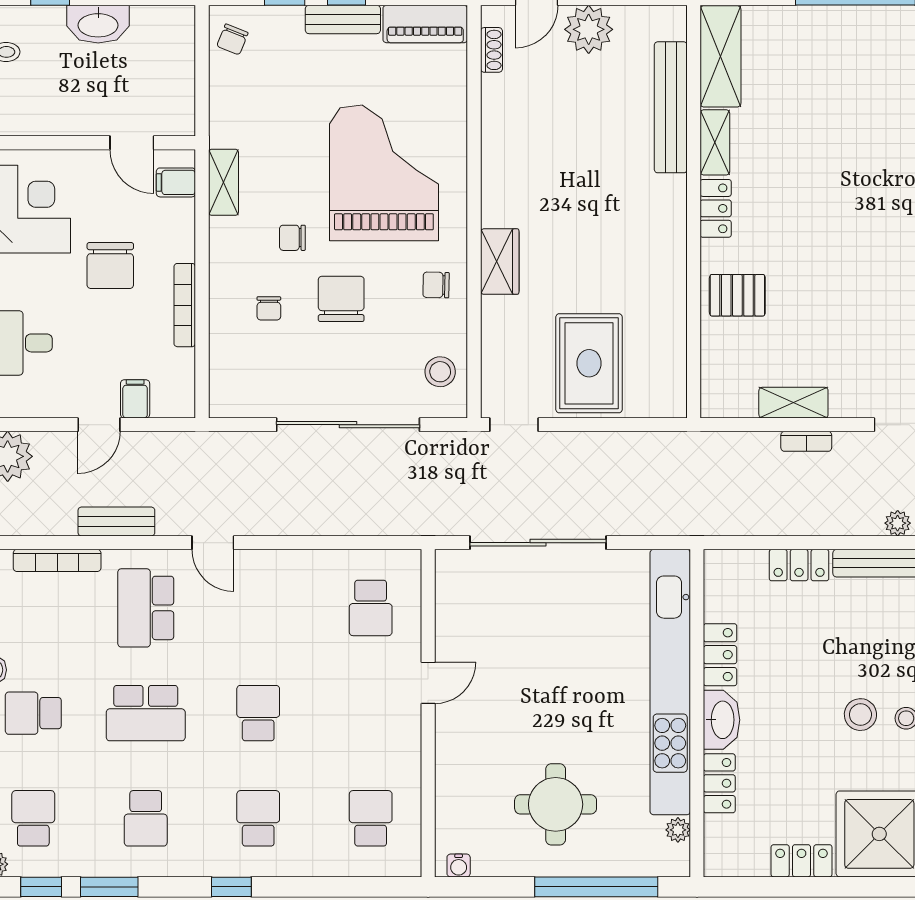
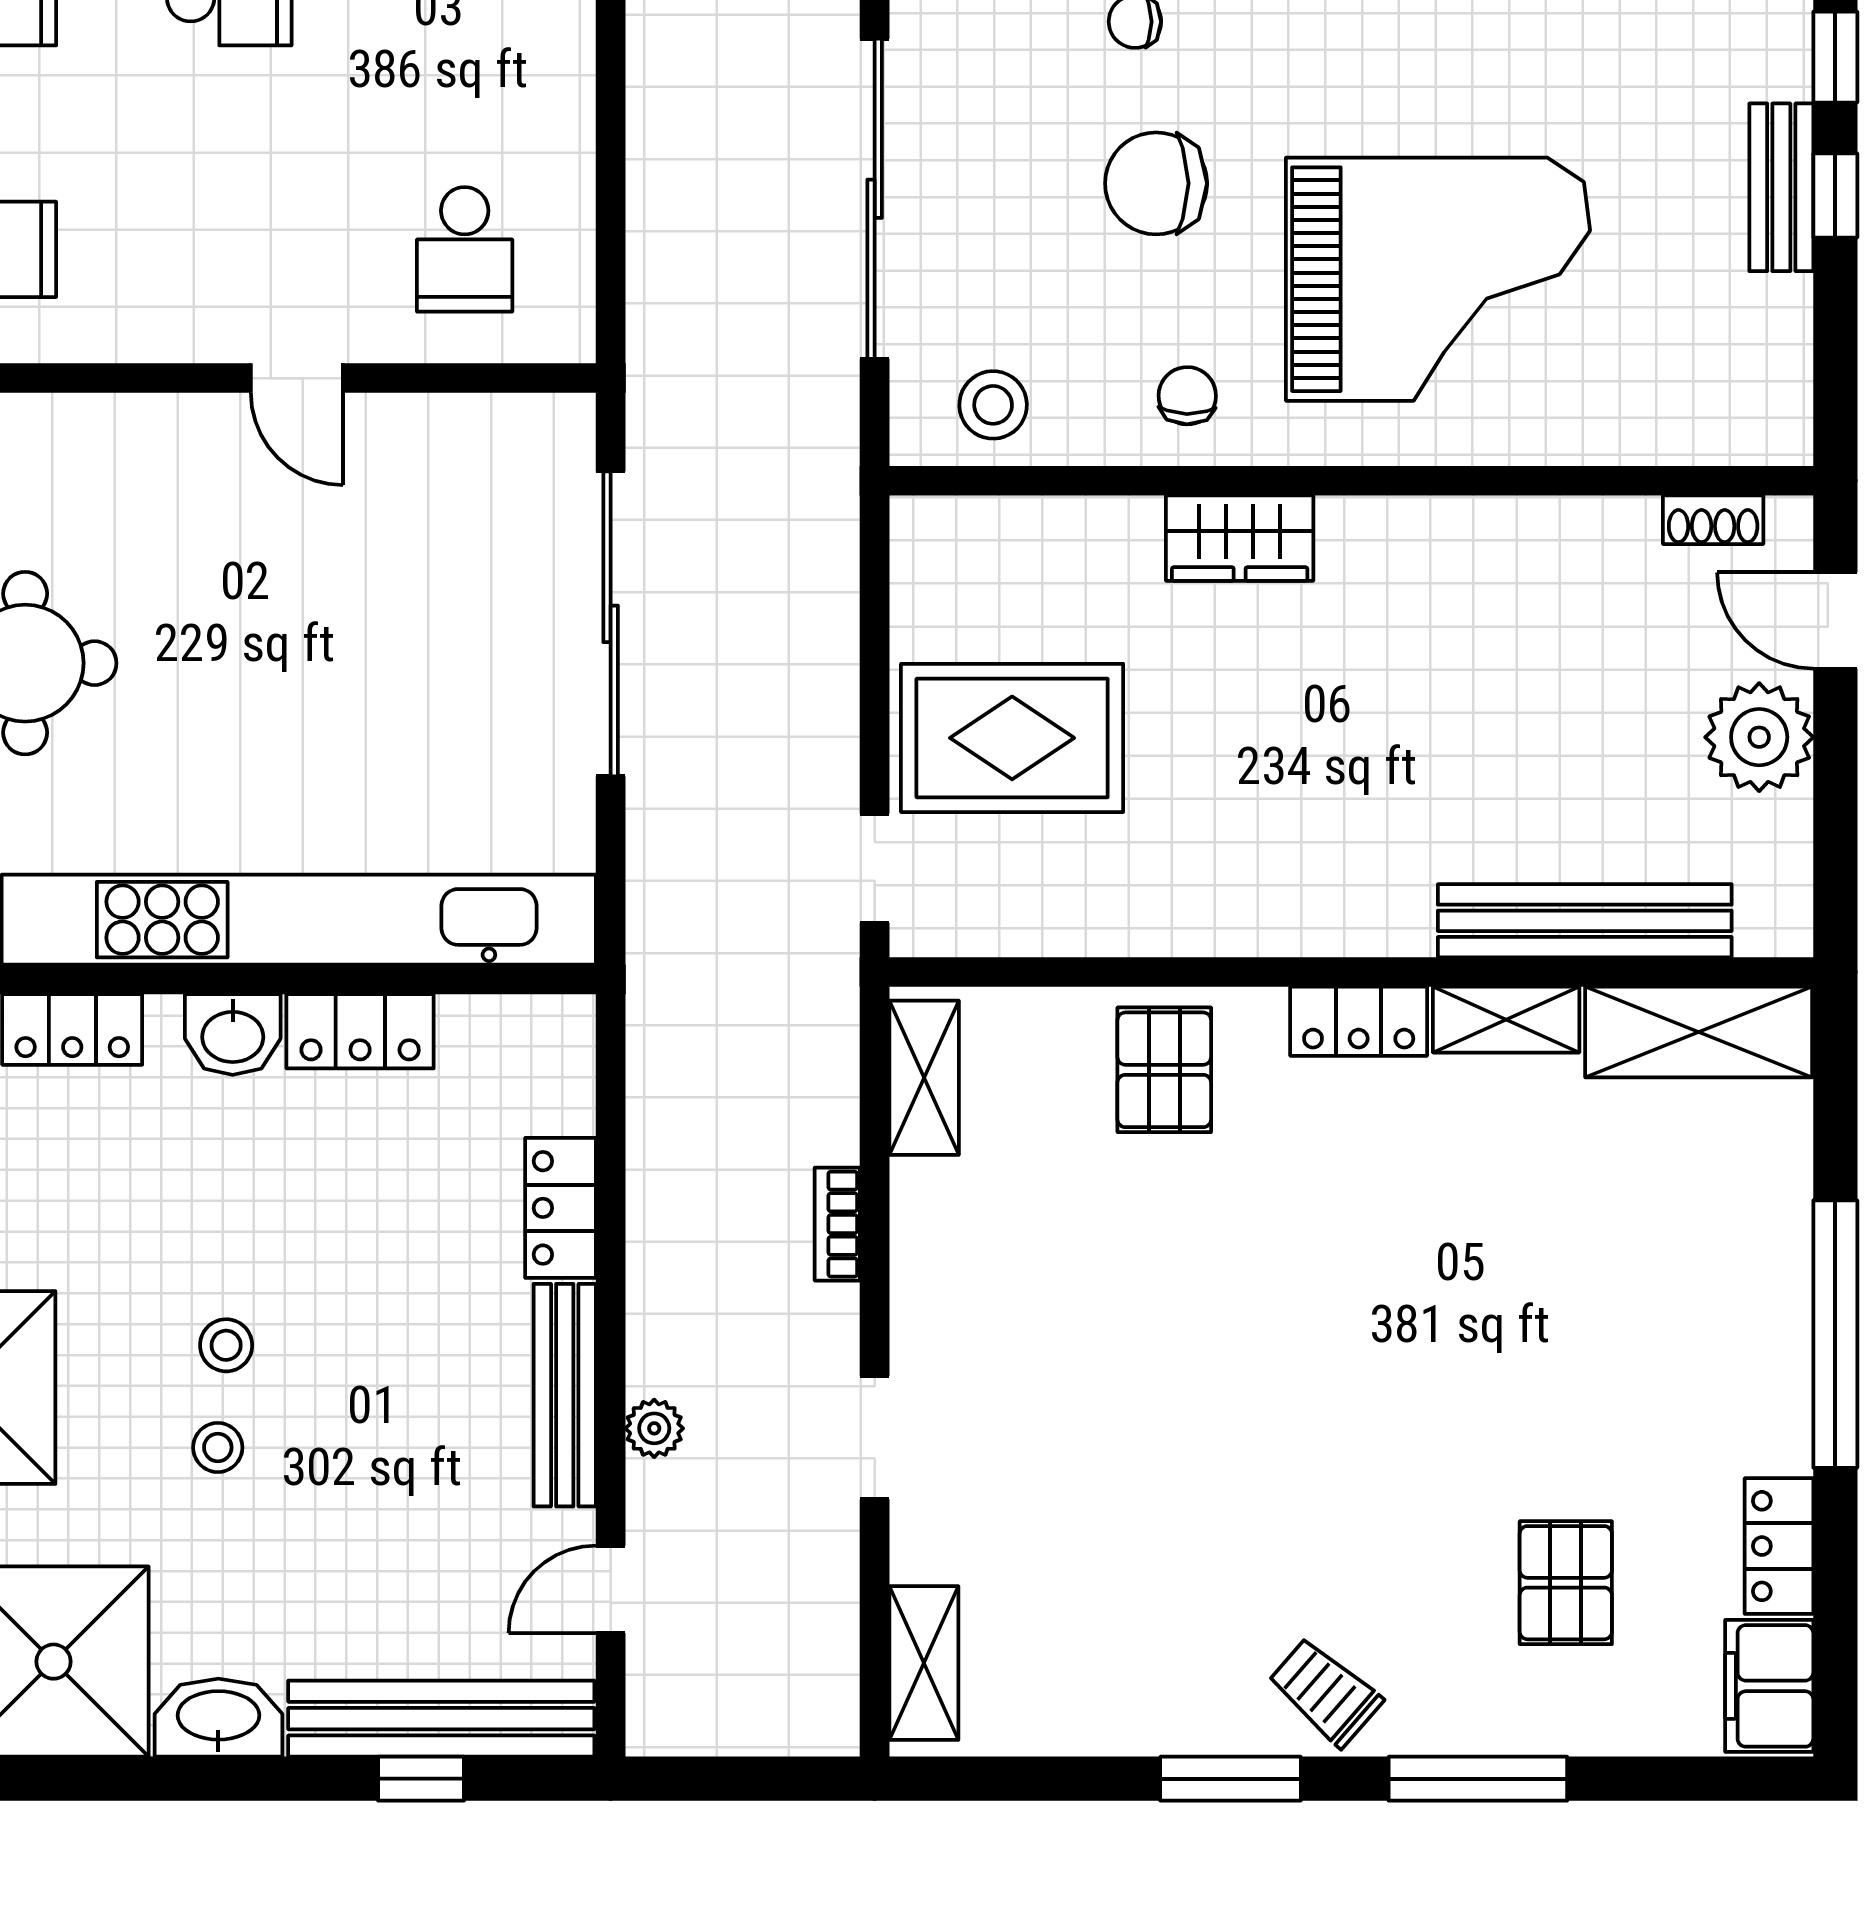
piano: (425, 24) -> (1771, 372), removed
chair: (292, 238) -> (1293, 74), removed
chair: (341, 299) -> (1156, 183), turned 180
shelving: (793, 403) -> (924, 1078), moved
doorway: (514, 425) -> (875, 868), moved
school desk: (371, 608) -> (465, 249), turned -90
stool: (860, 715) -> (226, 1345), width x0.73, depth x0.73
washbasin: (722, 720) -> (233, 1035), width x0.72

